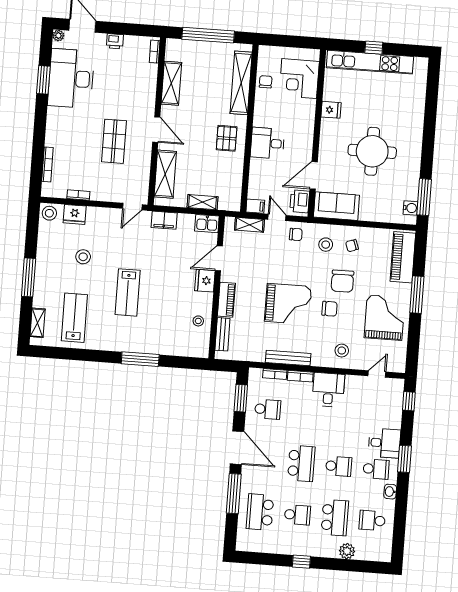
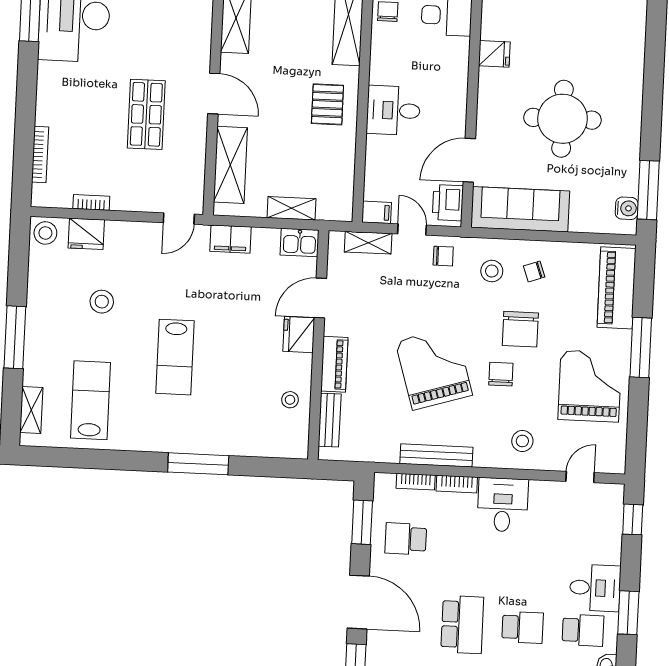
sofa: (336, 206) -> (520, 209), width x1.36
grand piano: (288, 304) -> (434, 368), turned -107
chair: (330, 309) -> (501, 374), turned -90
school desk: (268, 409) -> (406, 539), turned 180

